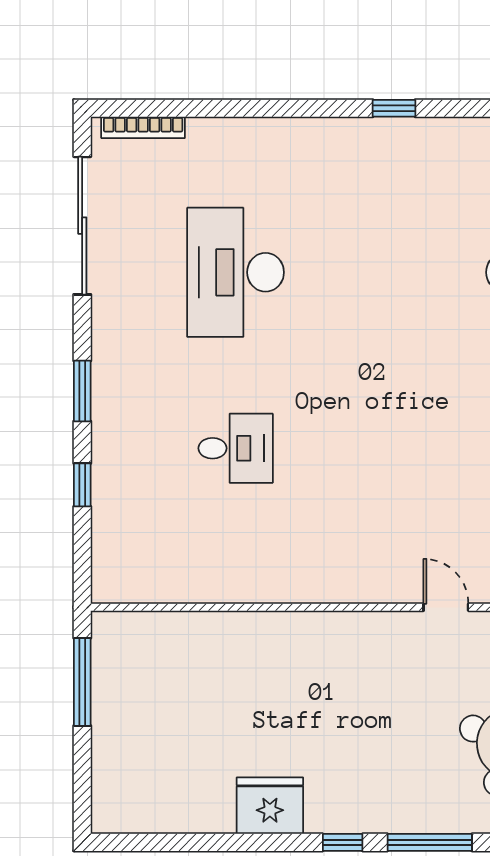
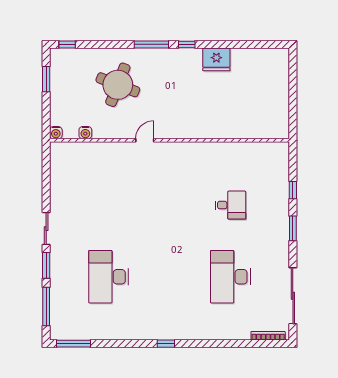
desk: (236, 272) -> (230, 277), turned 180
desk: (236, 448) -> (230, 205), turned 180
door: (446, 607) -> (145, 140), swing flipped
window: (82, 682) -> (293, 110), removed

